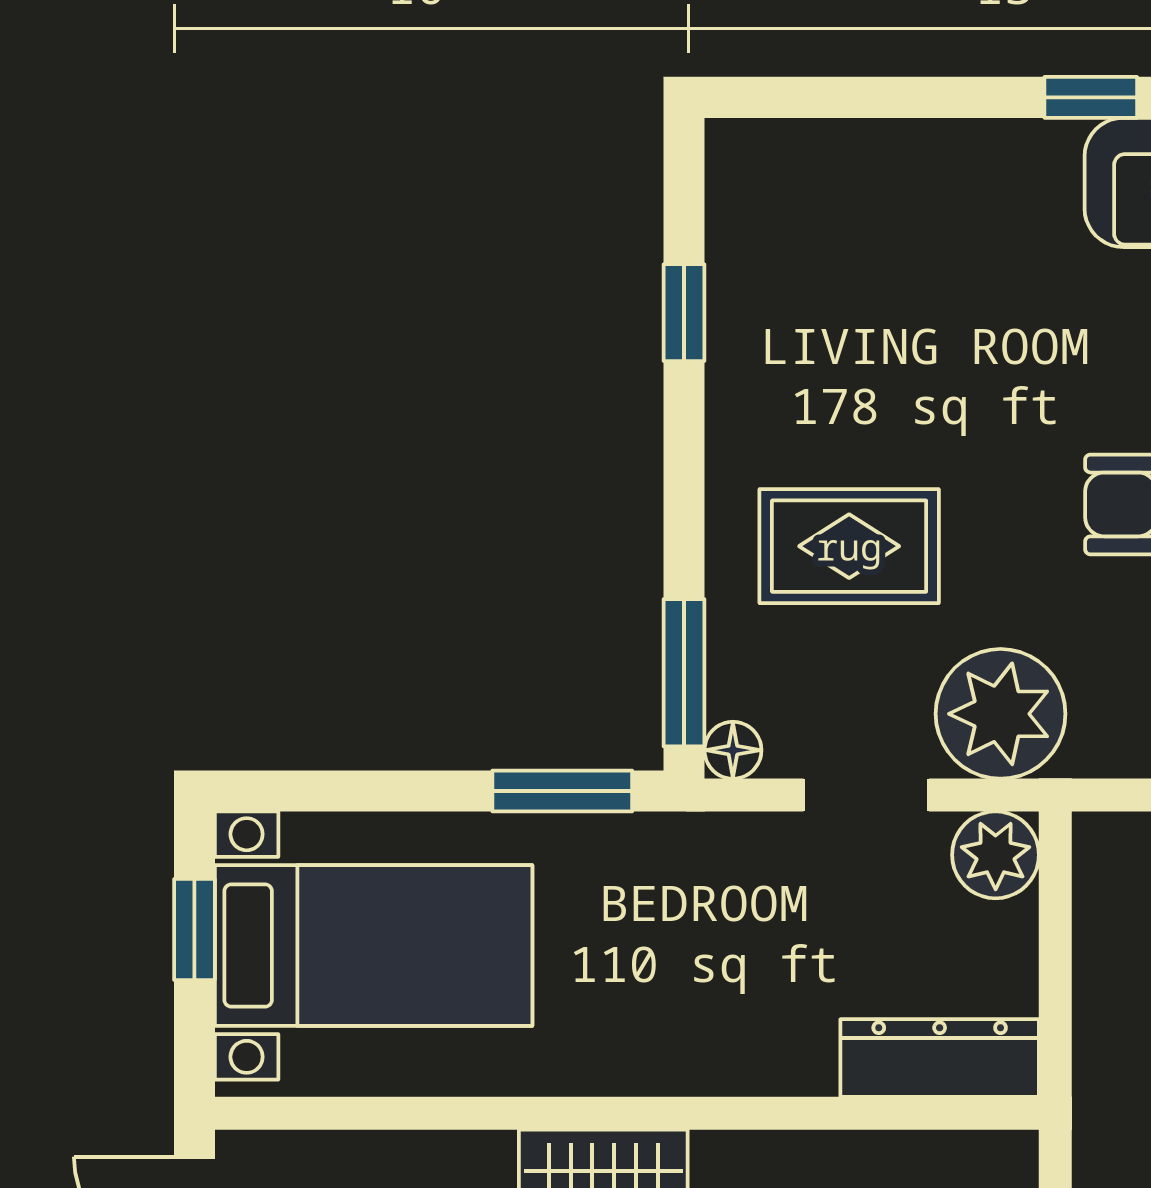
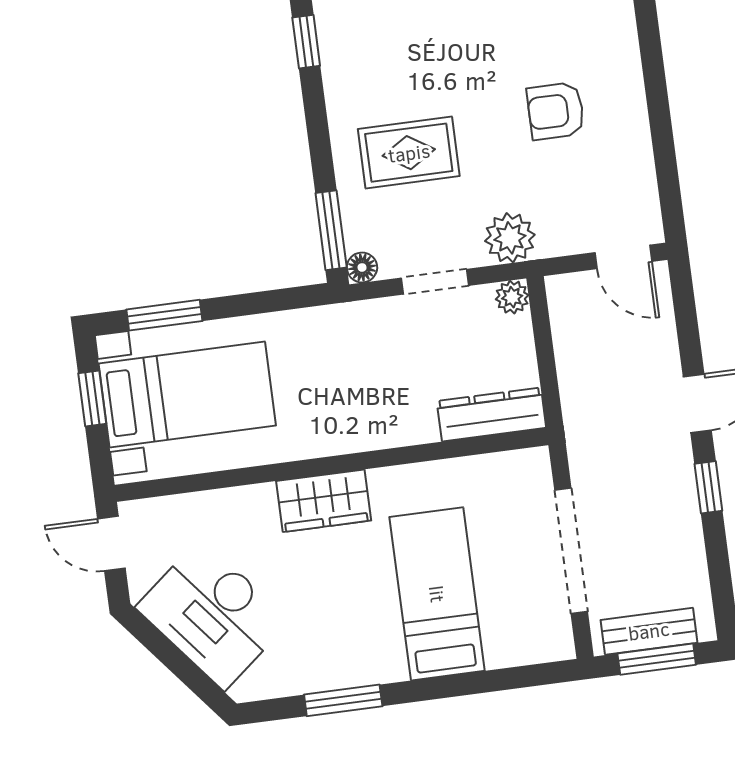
plant: (1001, 714) -> (510, 238), width x0.73, depth x0.73
window: (562, 791) -> (164, 315), moved
plant: (996, 855) -> (512, 297), width x0.73, depth x0.73

